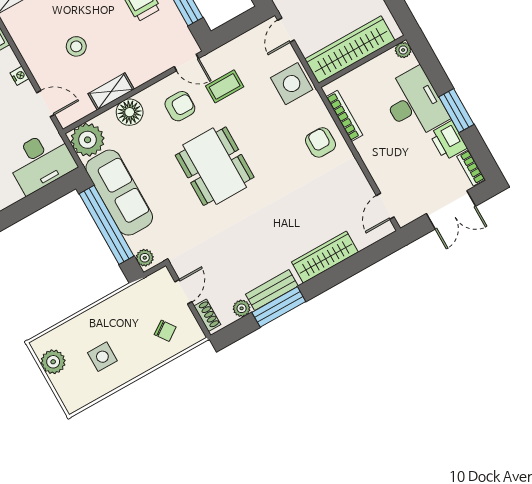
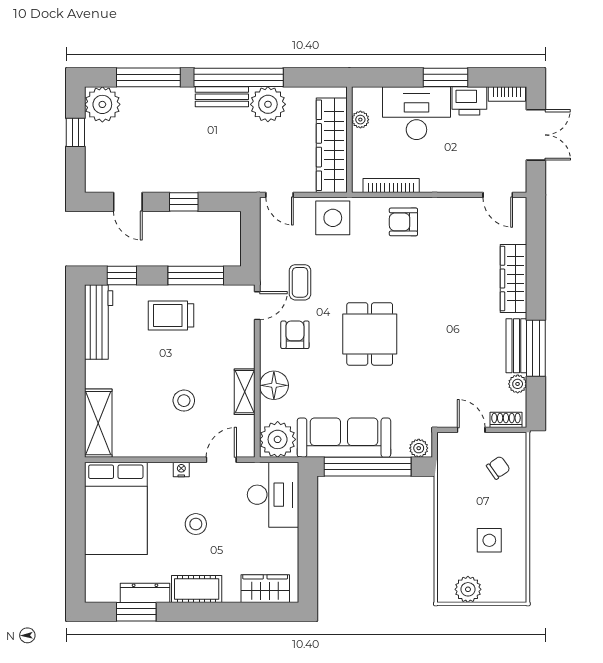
plant: (403, 50) -> (360, 120), moved
dining table: (215, 166) -> (370, 334), width x0.73

